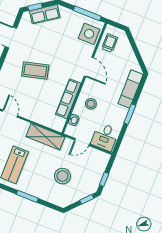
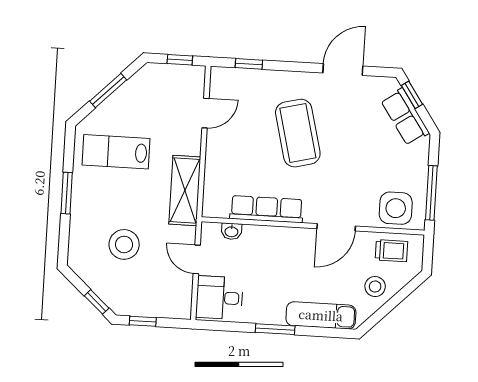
coffee table: (35, 71) -> (298, 133), width x1.36, depth x1.32
stool: (91, 104) -> (375, 286), moved

